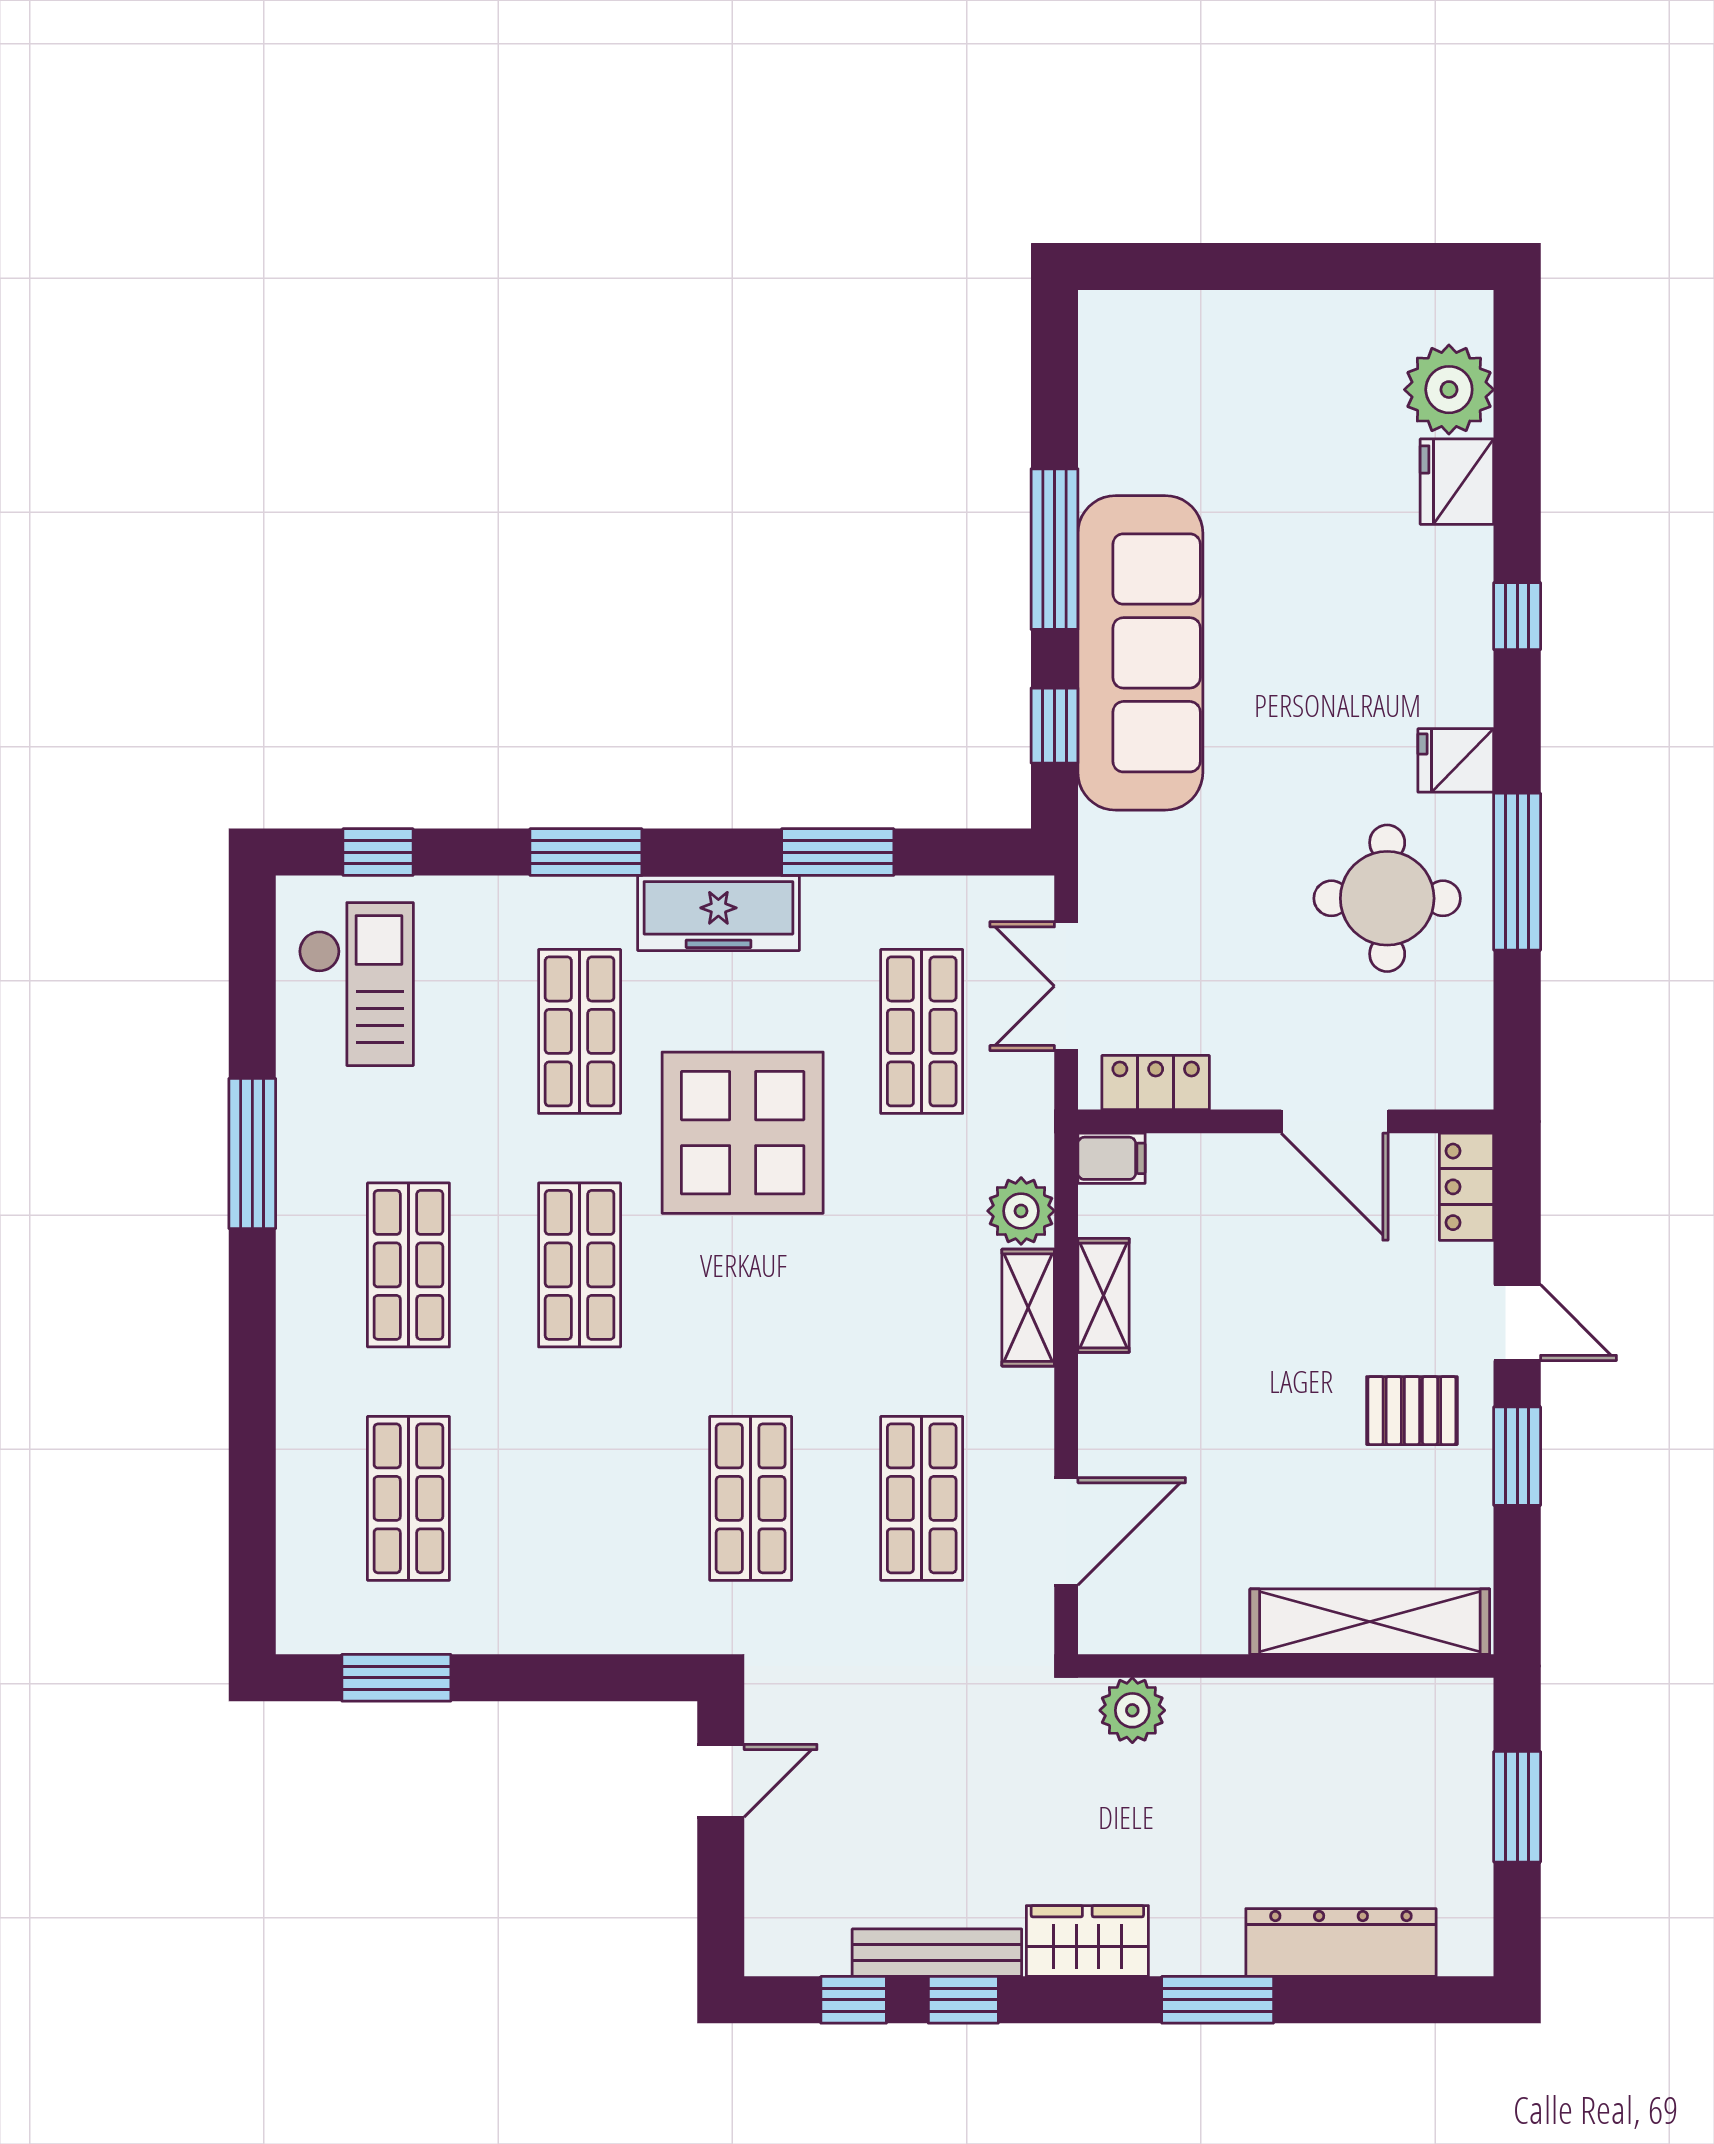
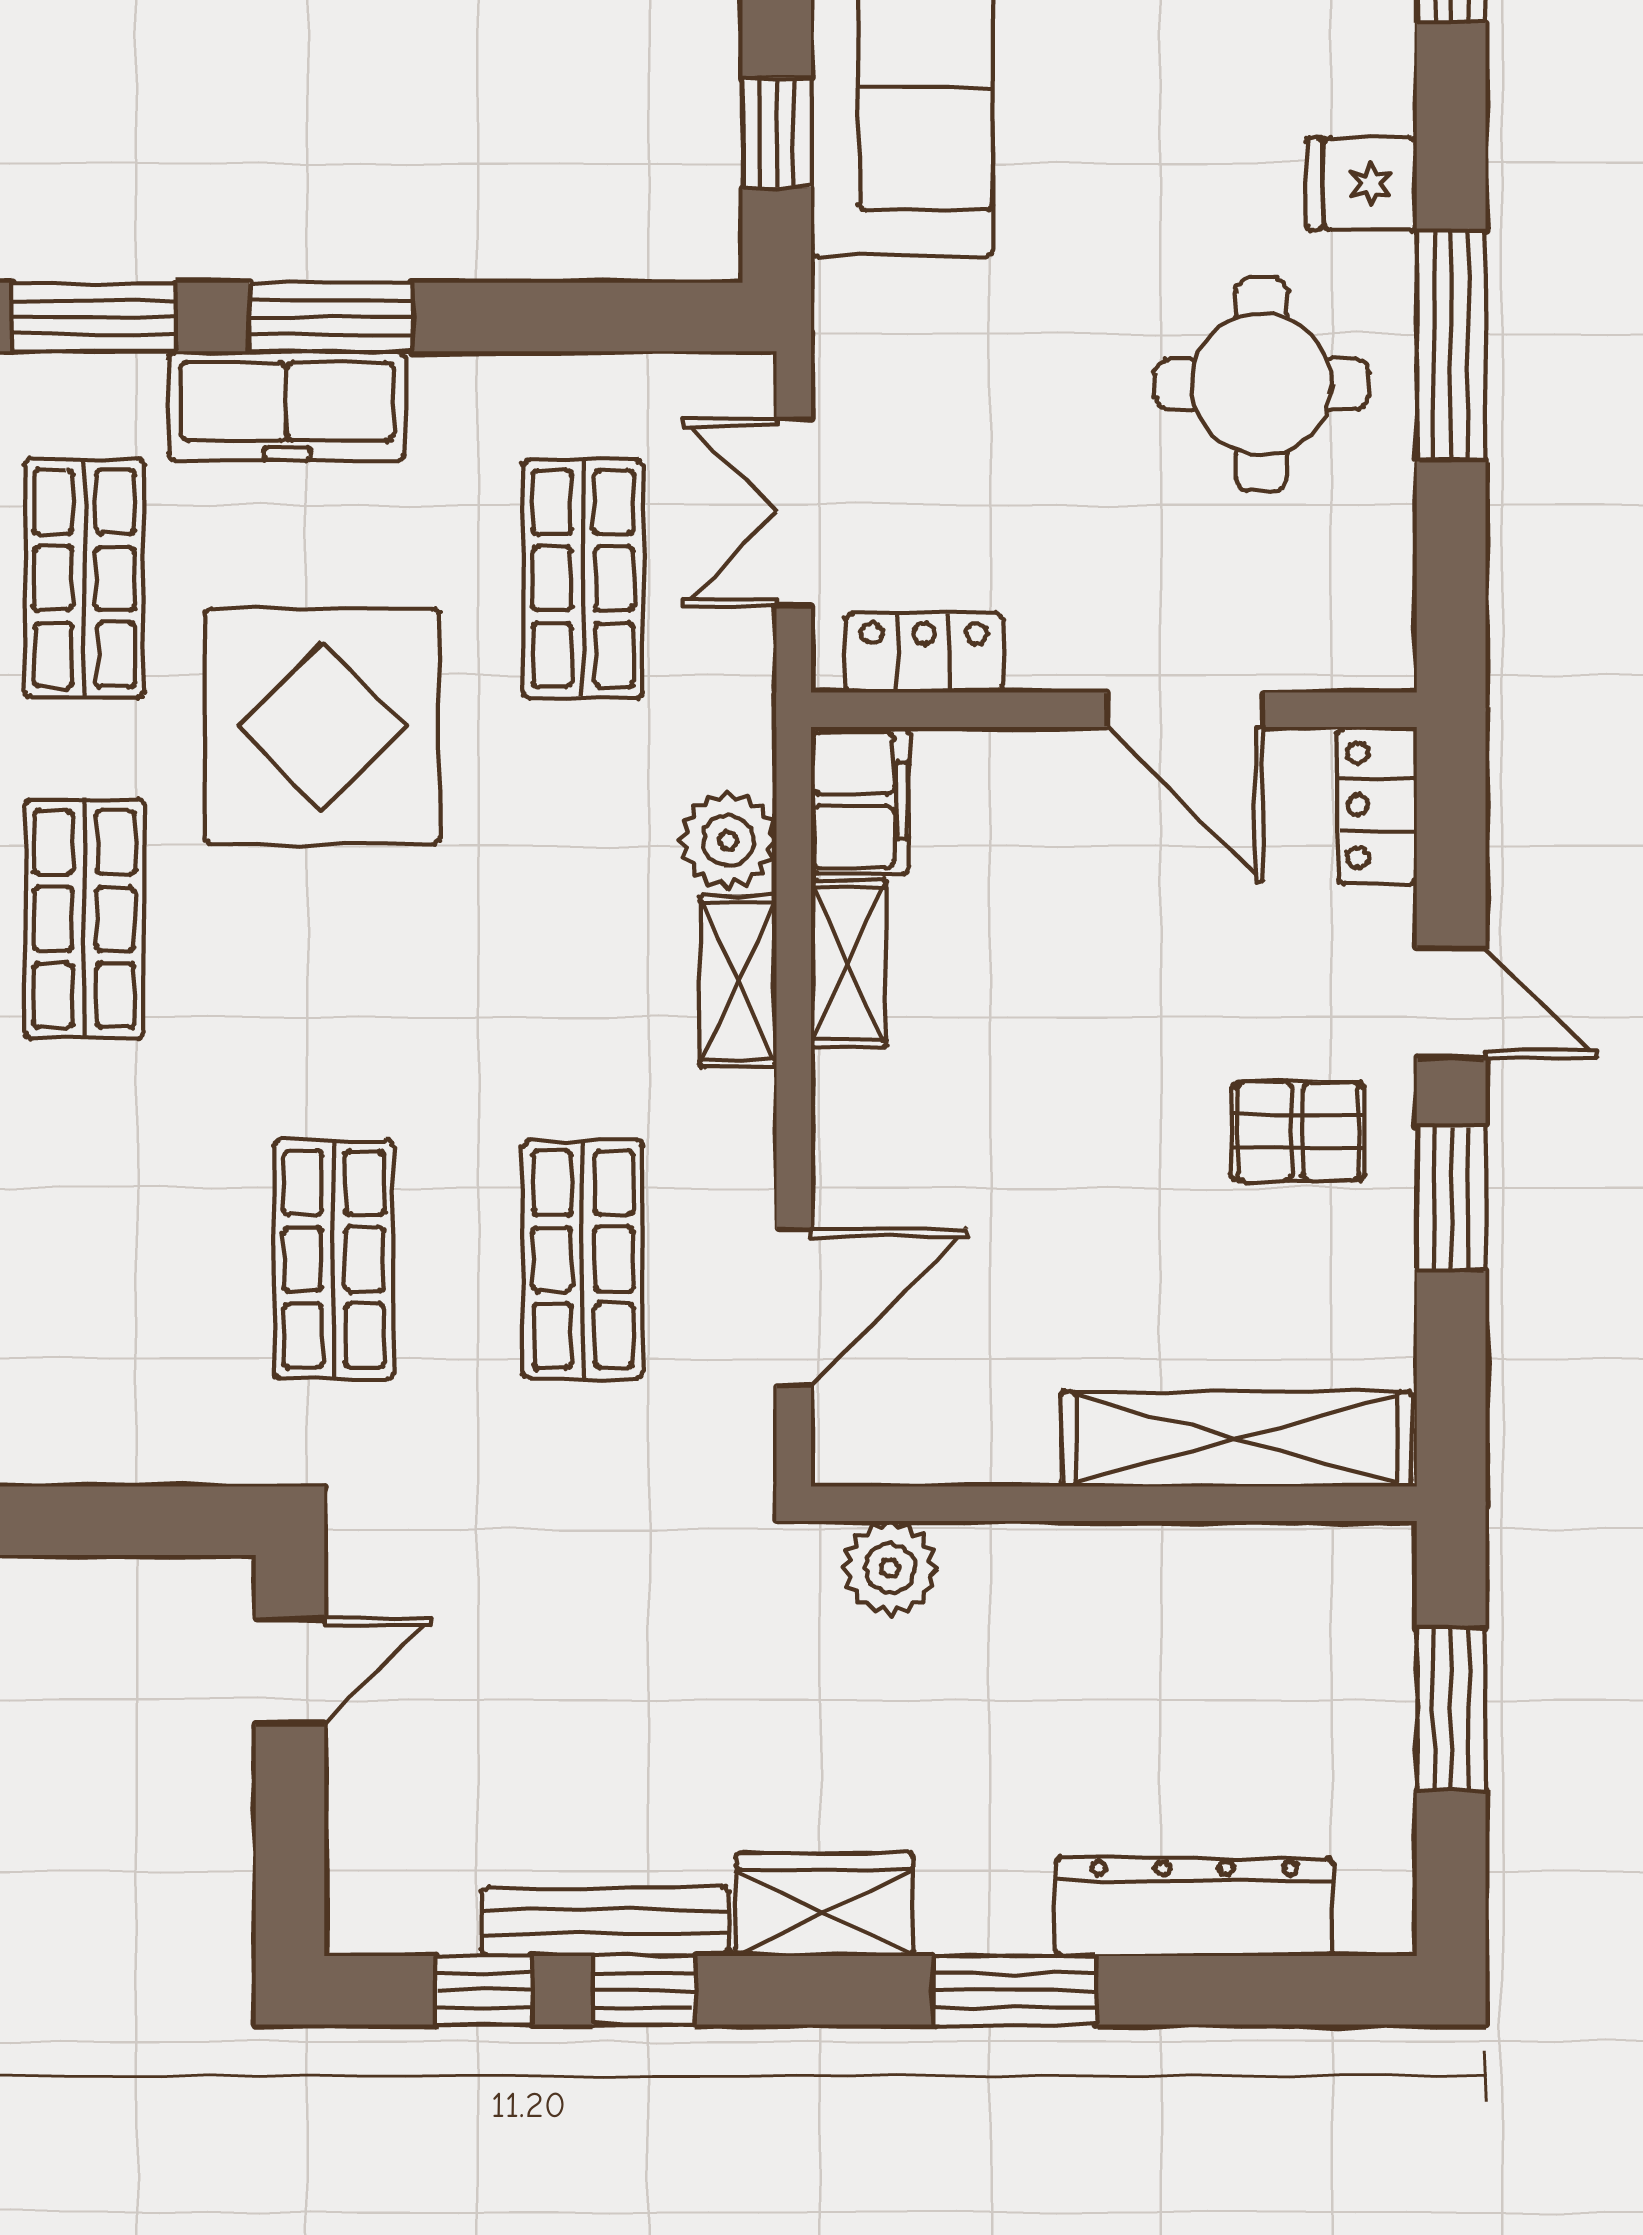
window: (838, 852) -> (331, 317), moved
filing cabinet: (1111, 1158) -> (860, 800), width x2.00

